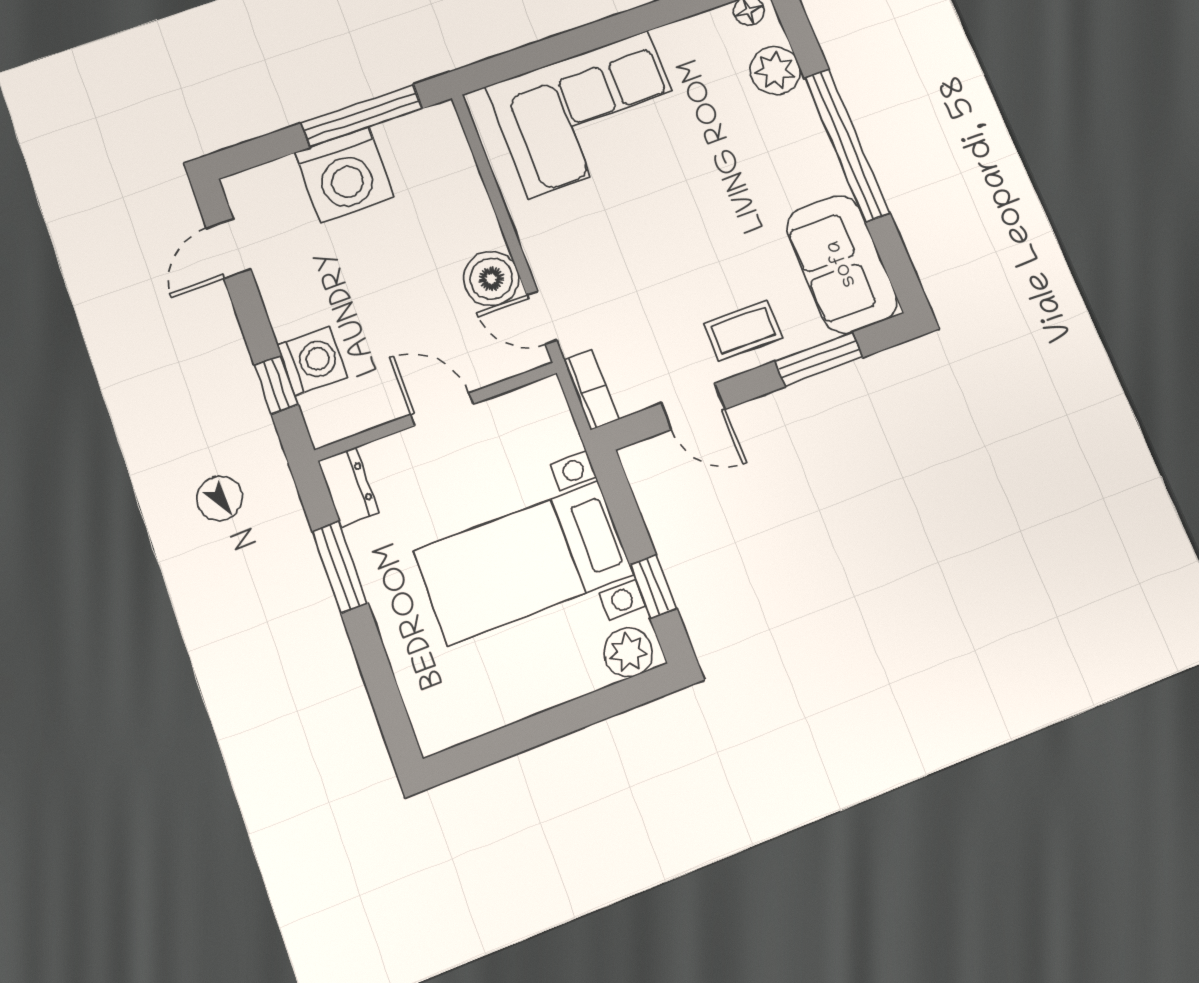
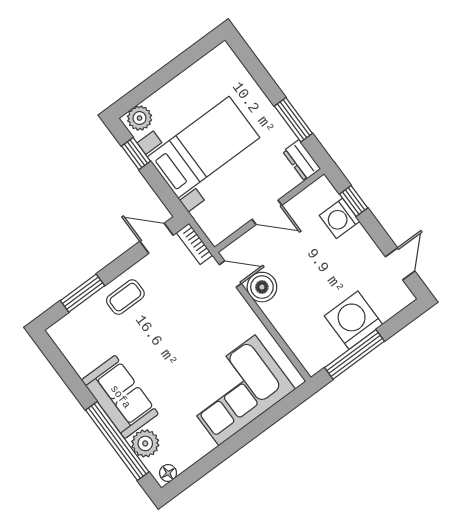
window: (847, 145) -> (117, 441), moved
sofa: (842, 264) -> (120, 397), moved
door: (693, 406) -> (157, 238), moved

